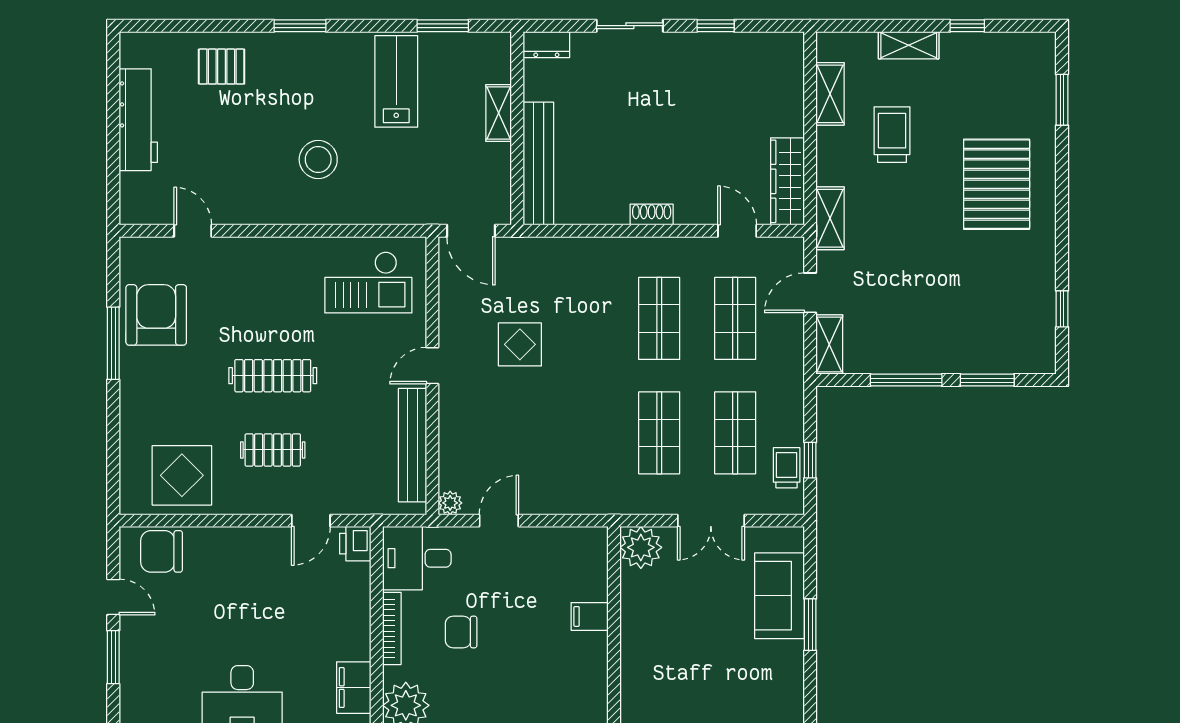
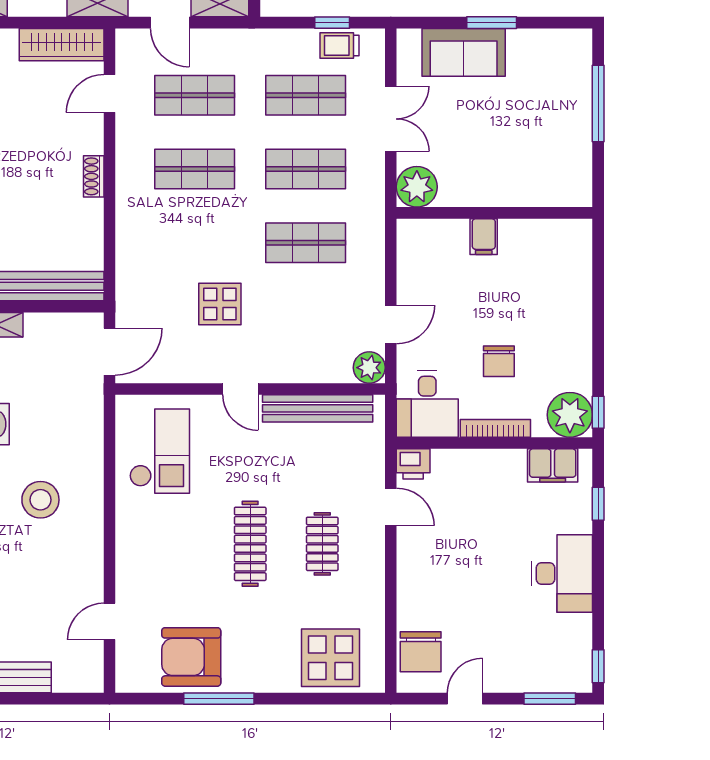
shop shelf: (583, 433) -> (306, 243), added
display table: (182, 475) -> (330, 658), moved
plant: (450, 503) -> (369, 368), width x1.38, depth x1.38
door: (499, 521) -> (391, 325), swing flipped
window: (113, 657) -> (550, 699), moved

